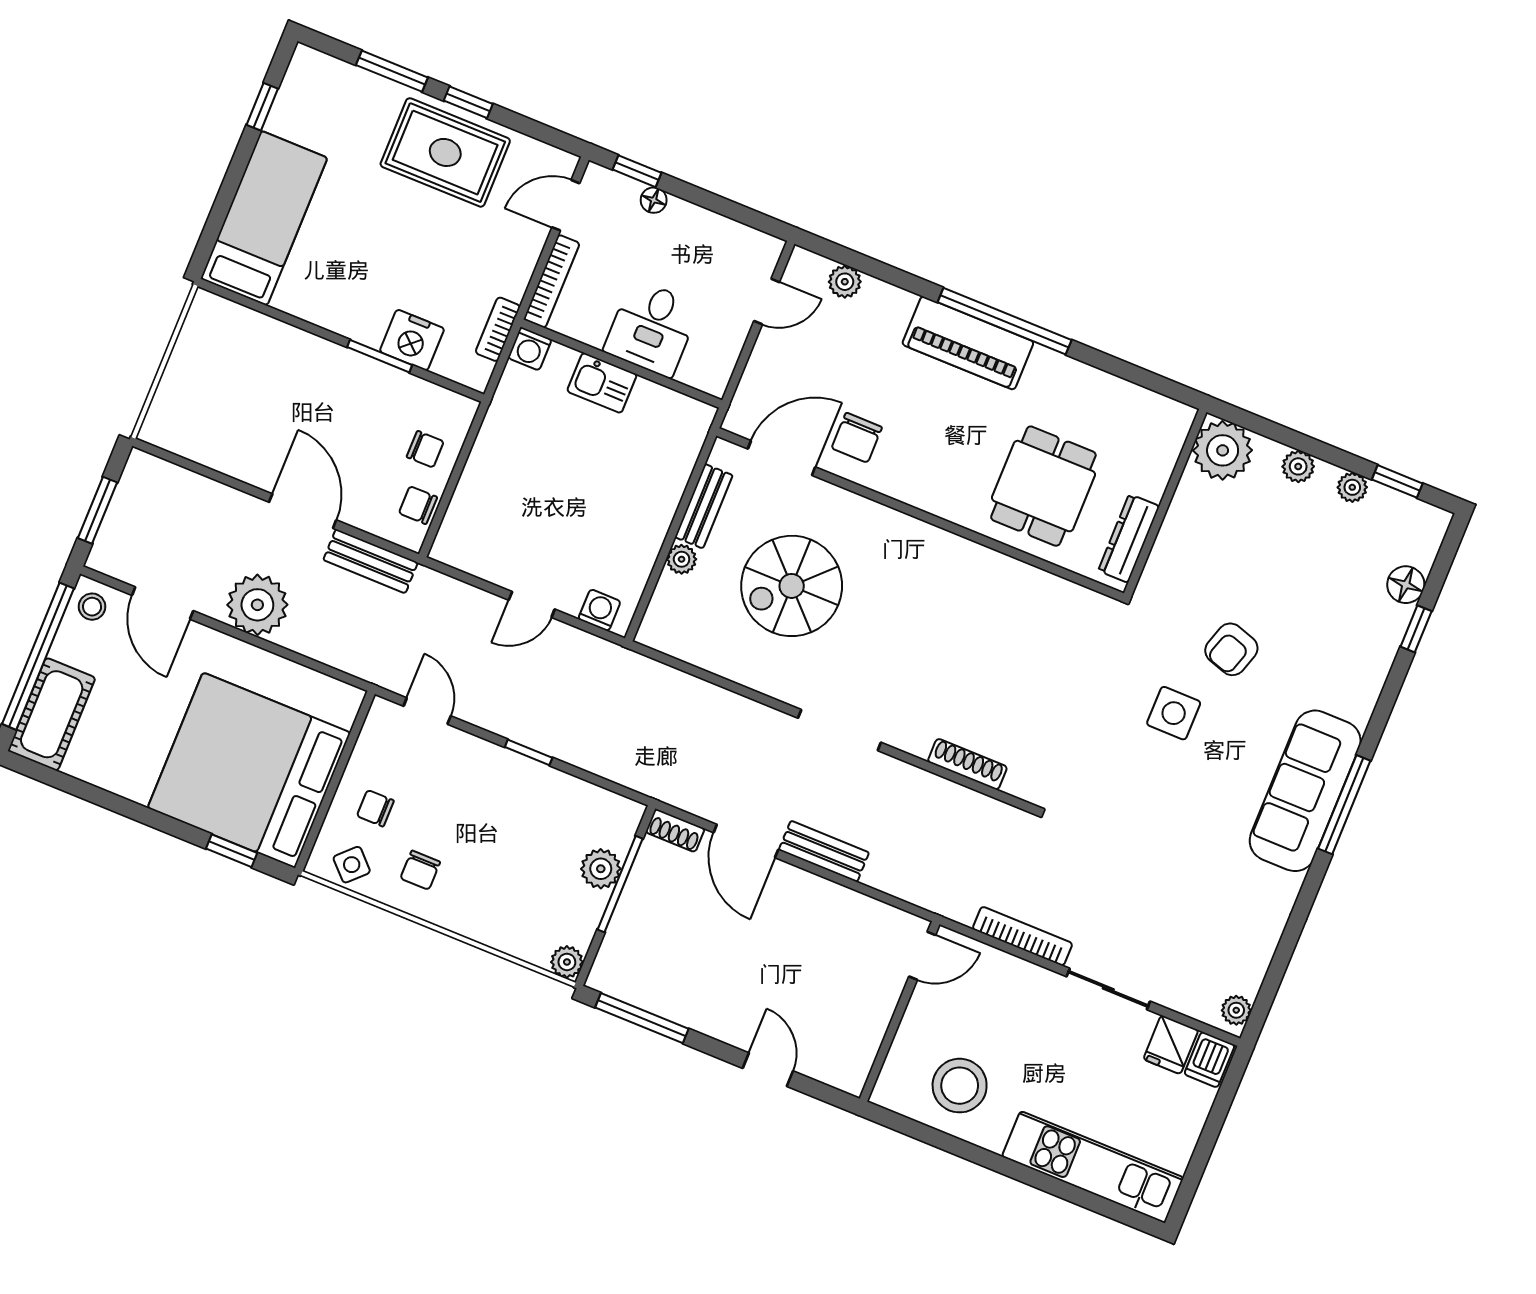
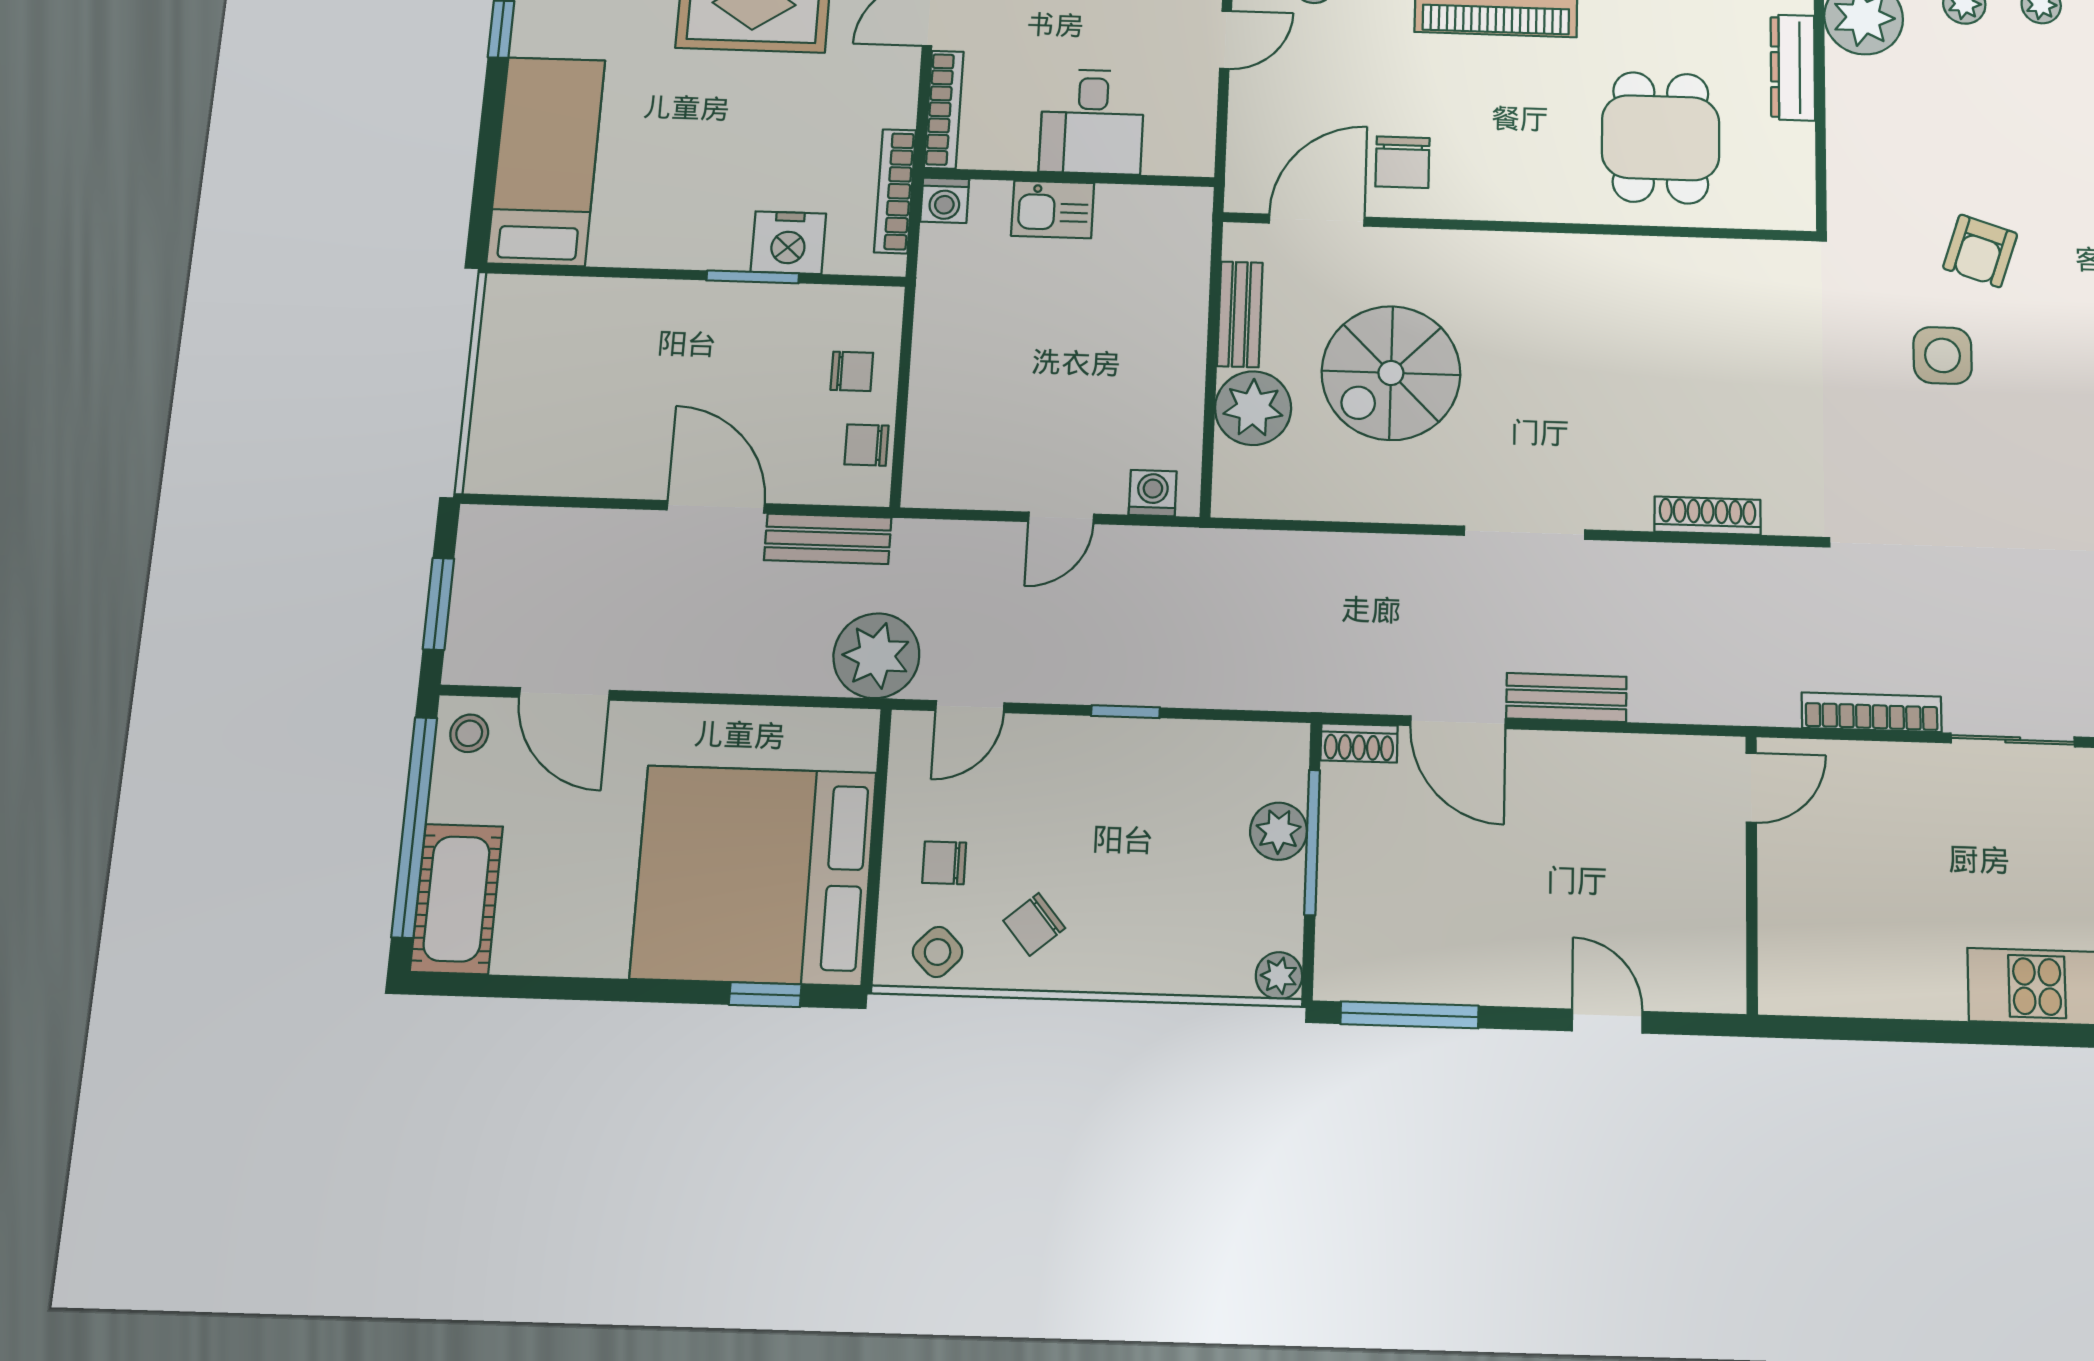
bookcase: (498, 329) -> (895, 191), width x1.56
dresser: (1129, 538) -> (1793, 67), moved
plant: (682, 559) -> (1253, 408), width x1.88, depth x1.88
plant: (257, 605) -> (876, 656), moved
door: (427, 711) -> (970, 707), swing flipped
chair: (420, 870) -> (1034, 924), turned 50
stool: (960, 1086) -> (1873, 945), removed

